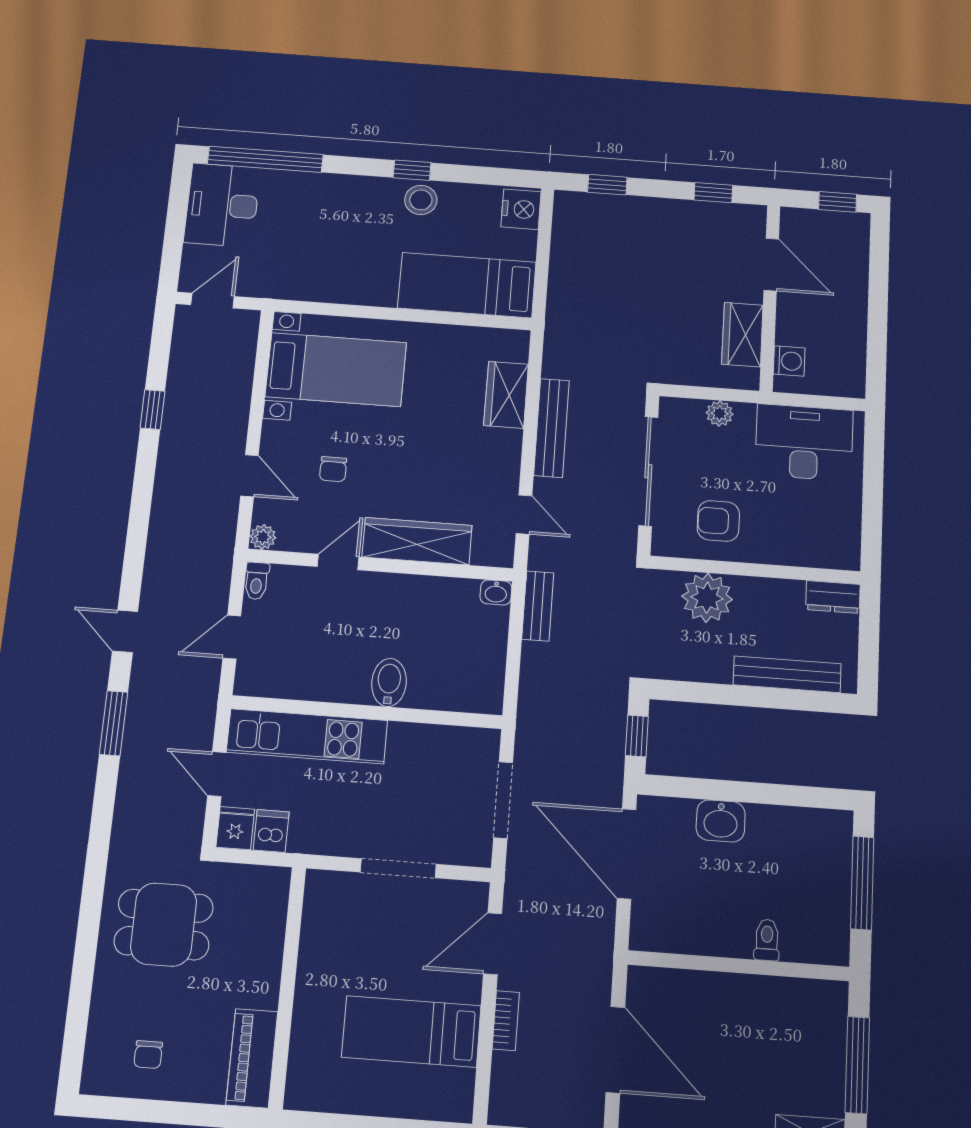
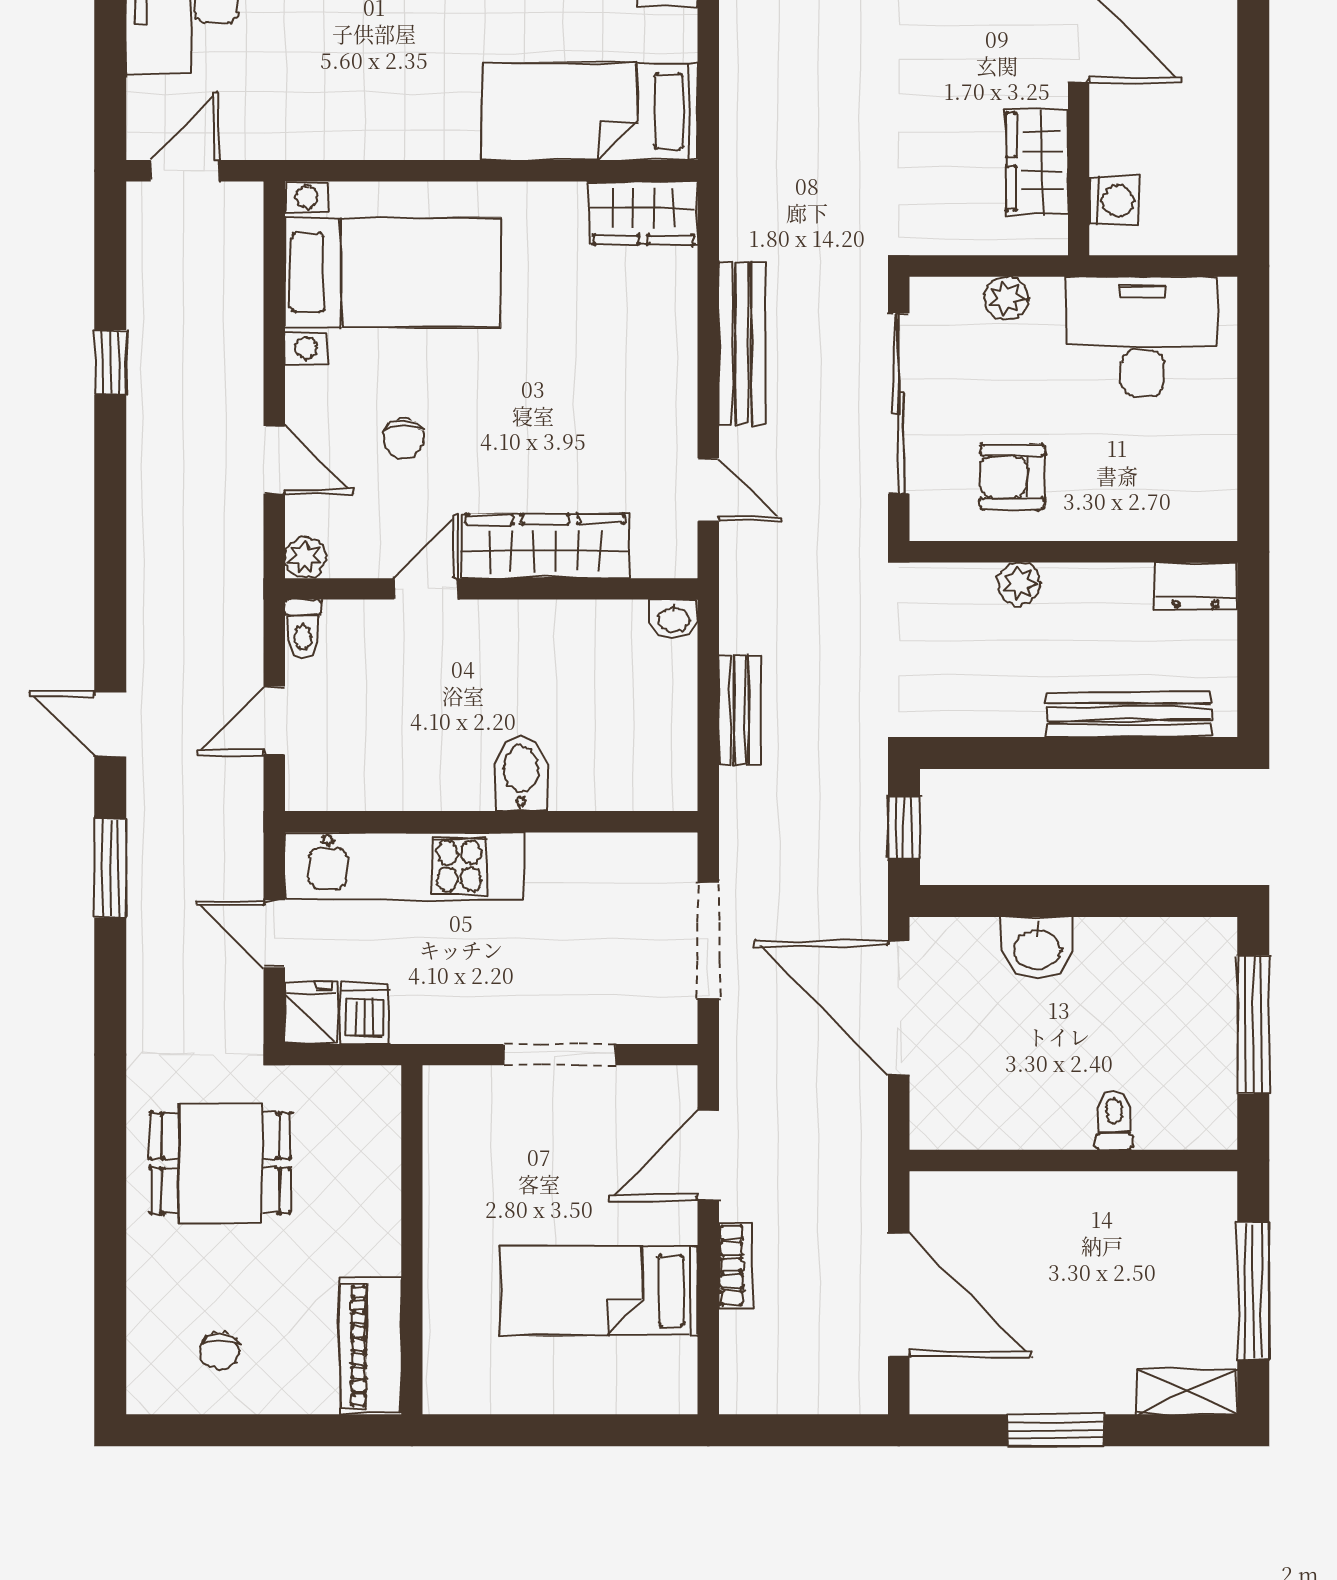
wardrobe: (506, 395) -> (643, 213), moved, turned -90
plant: (707, 598) -> (1019, 584), width x0.53, depth x0.53
bench: (538, 606) -> (740, 710), moved

